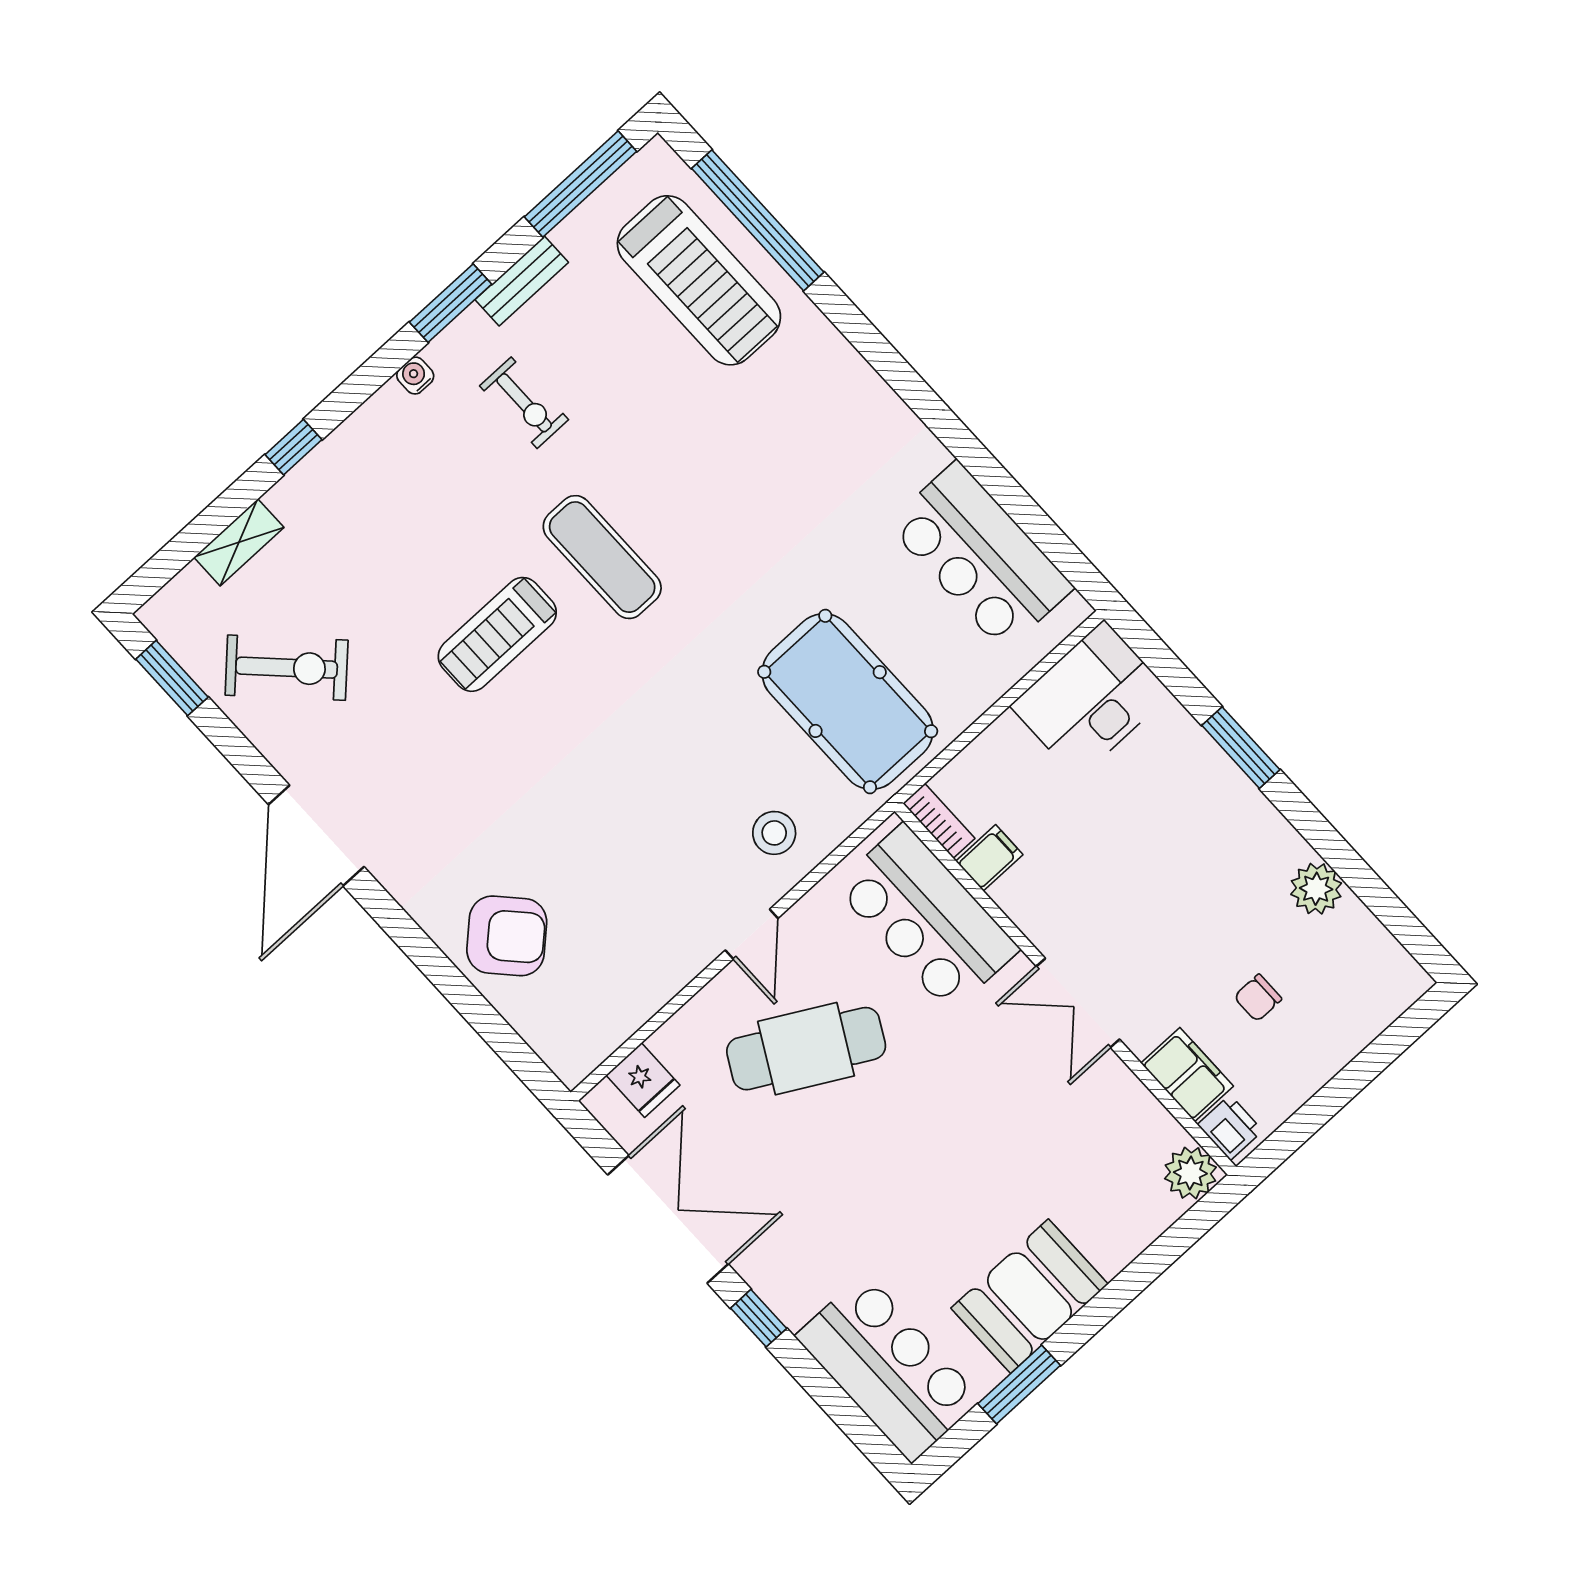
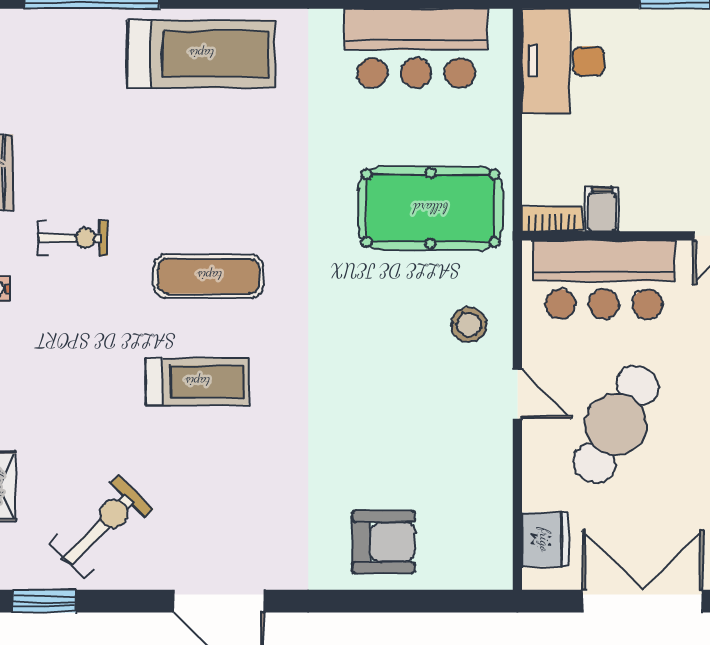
treadmill: (699, 280) -> (201, 54), moved
treadmill: (497, 634) -> (197, 382), turned -90
armchair: (507, 936) -> (384, 542), turned 43
fridge: (643, 1080) -> (545, 540), width x1.38

